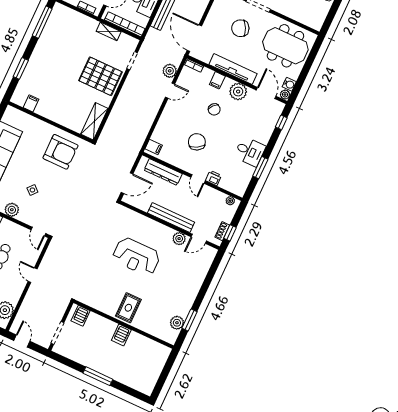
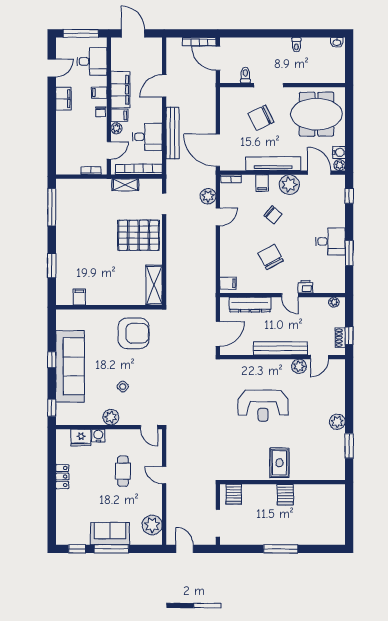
plant: (177, 323) -> (337, 422), moved

